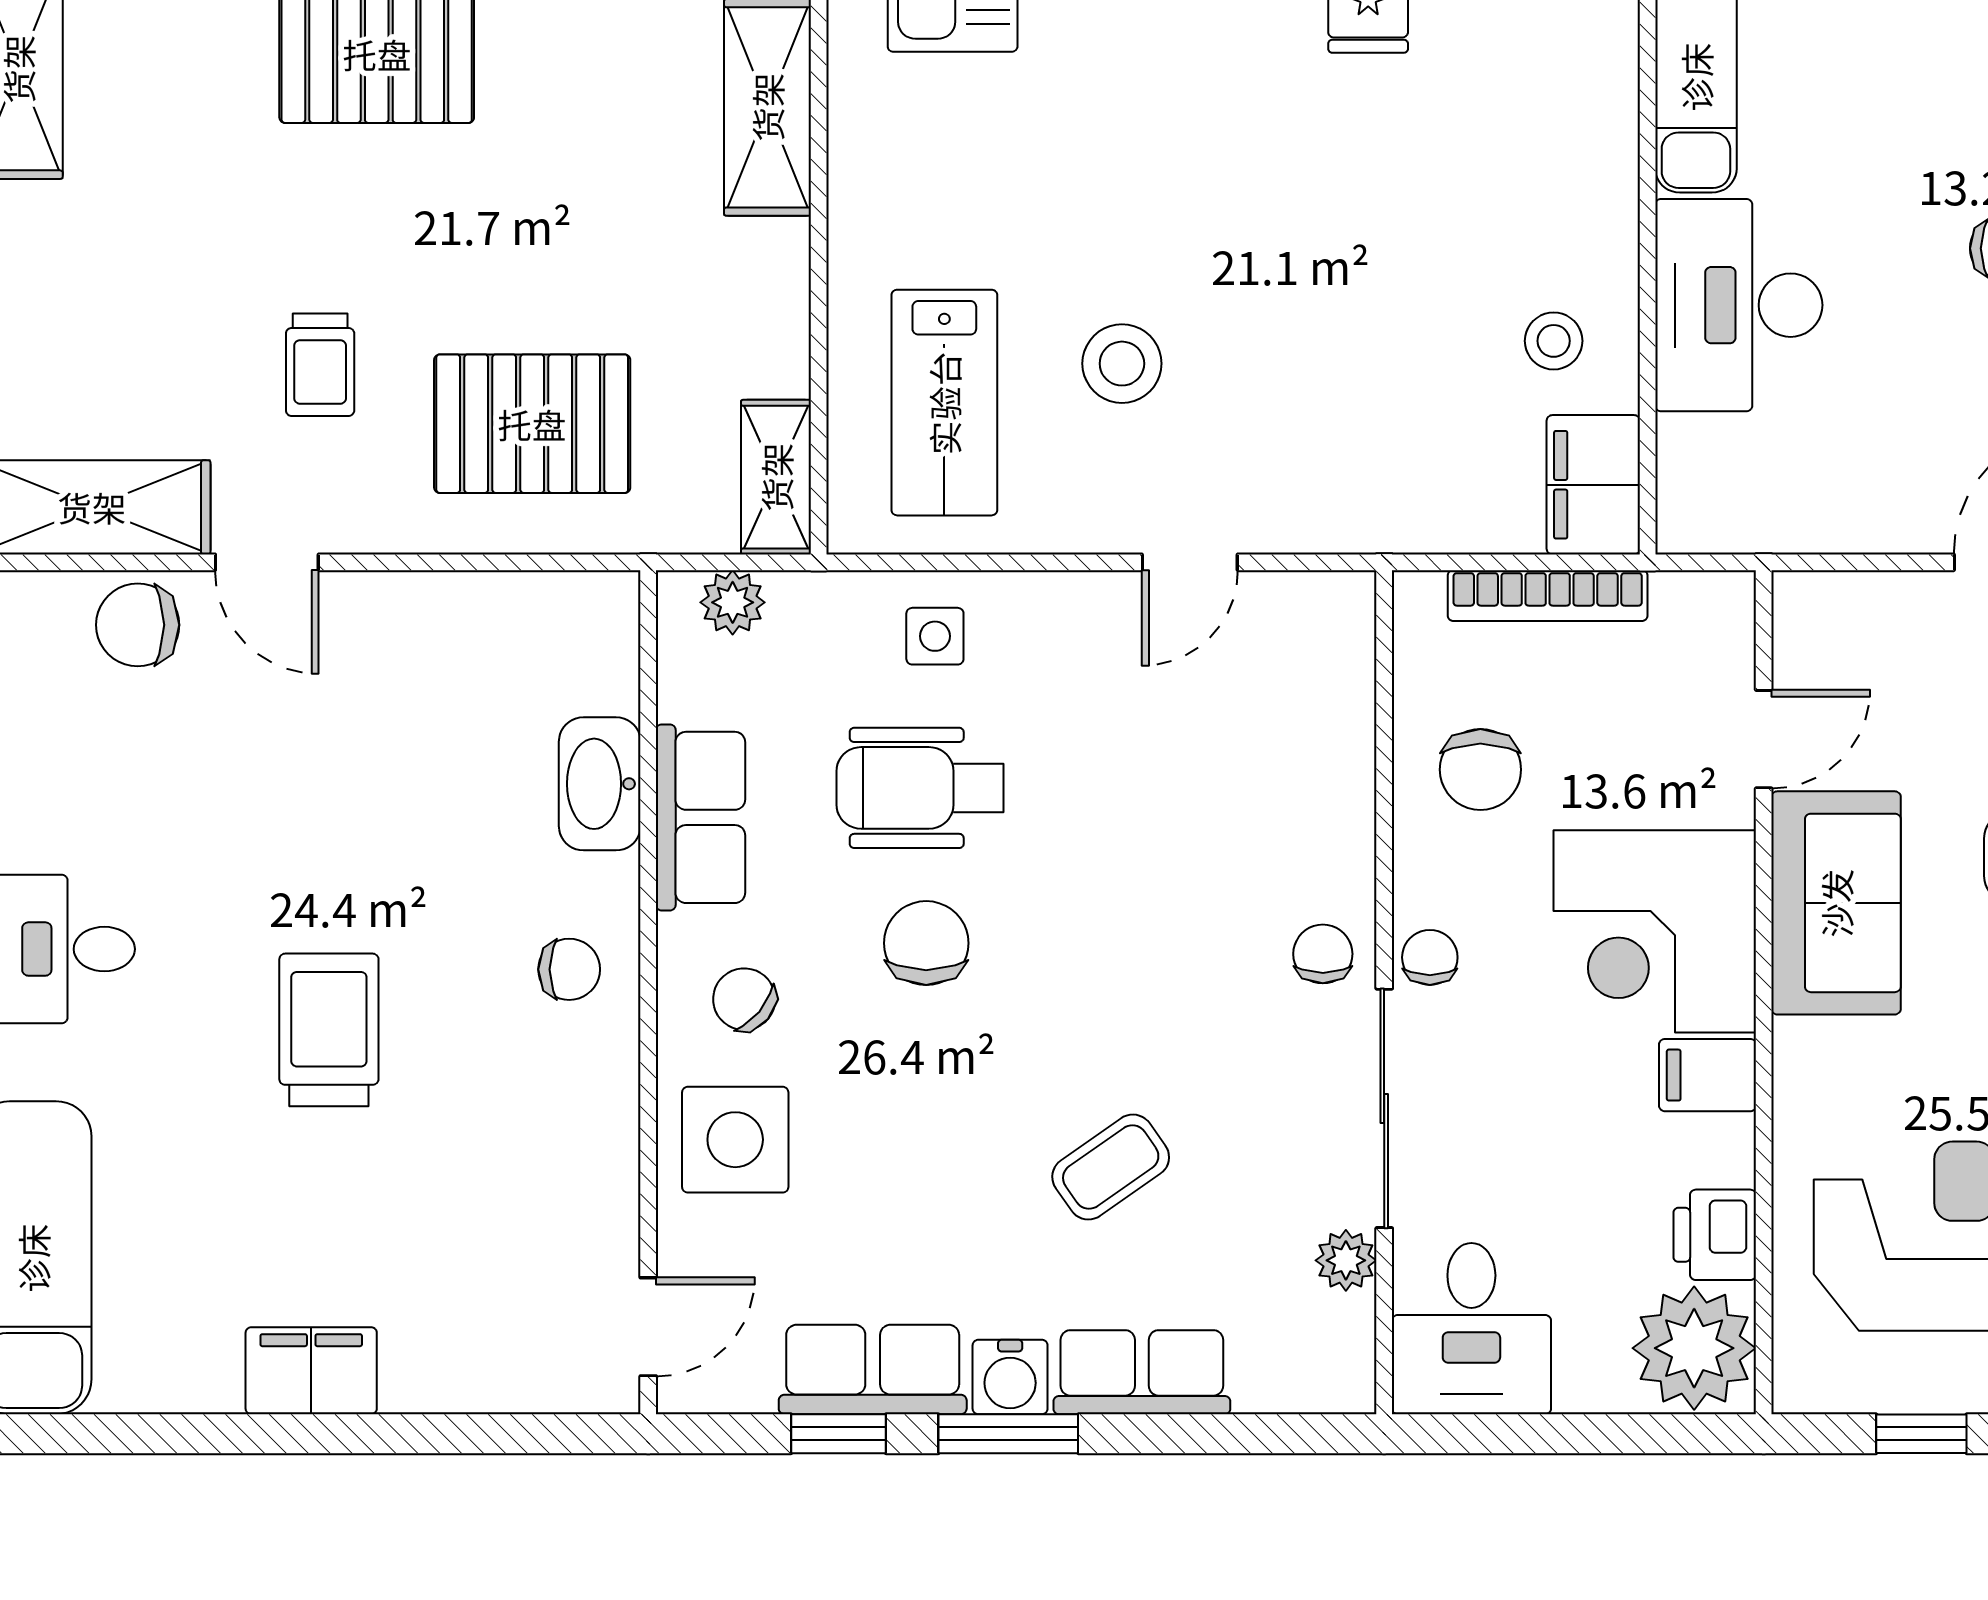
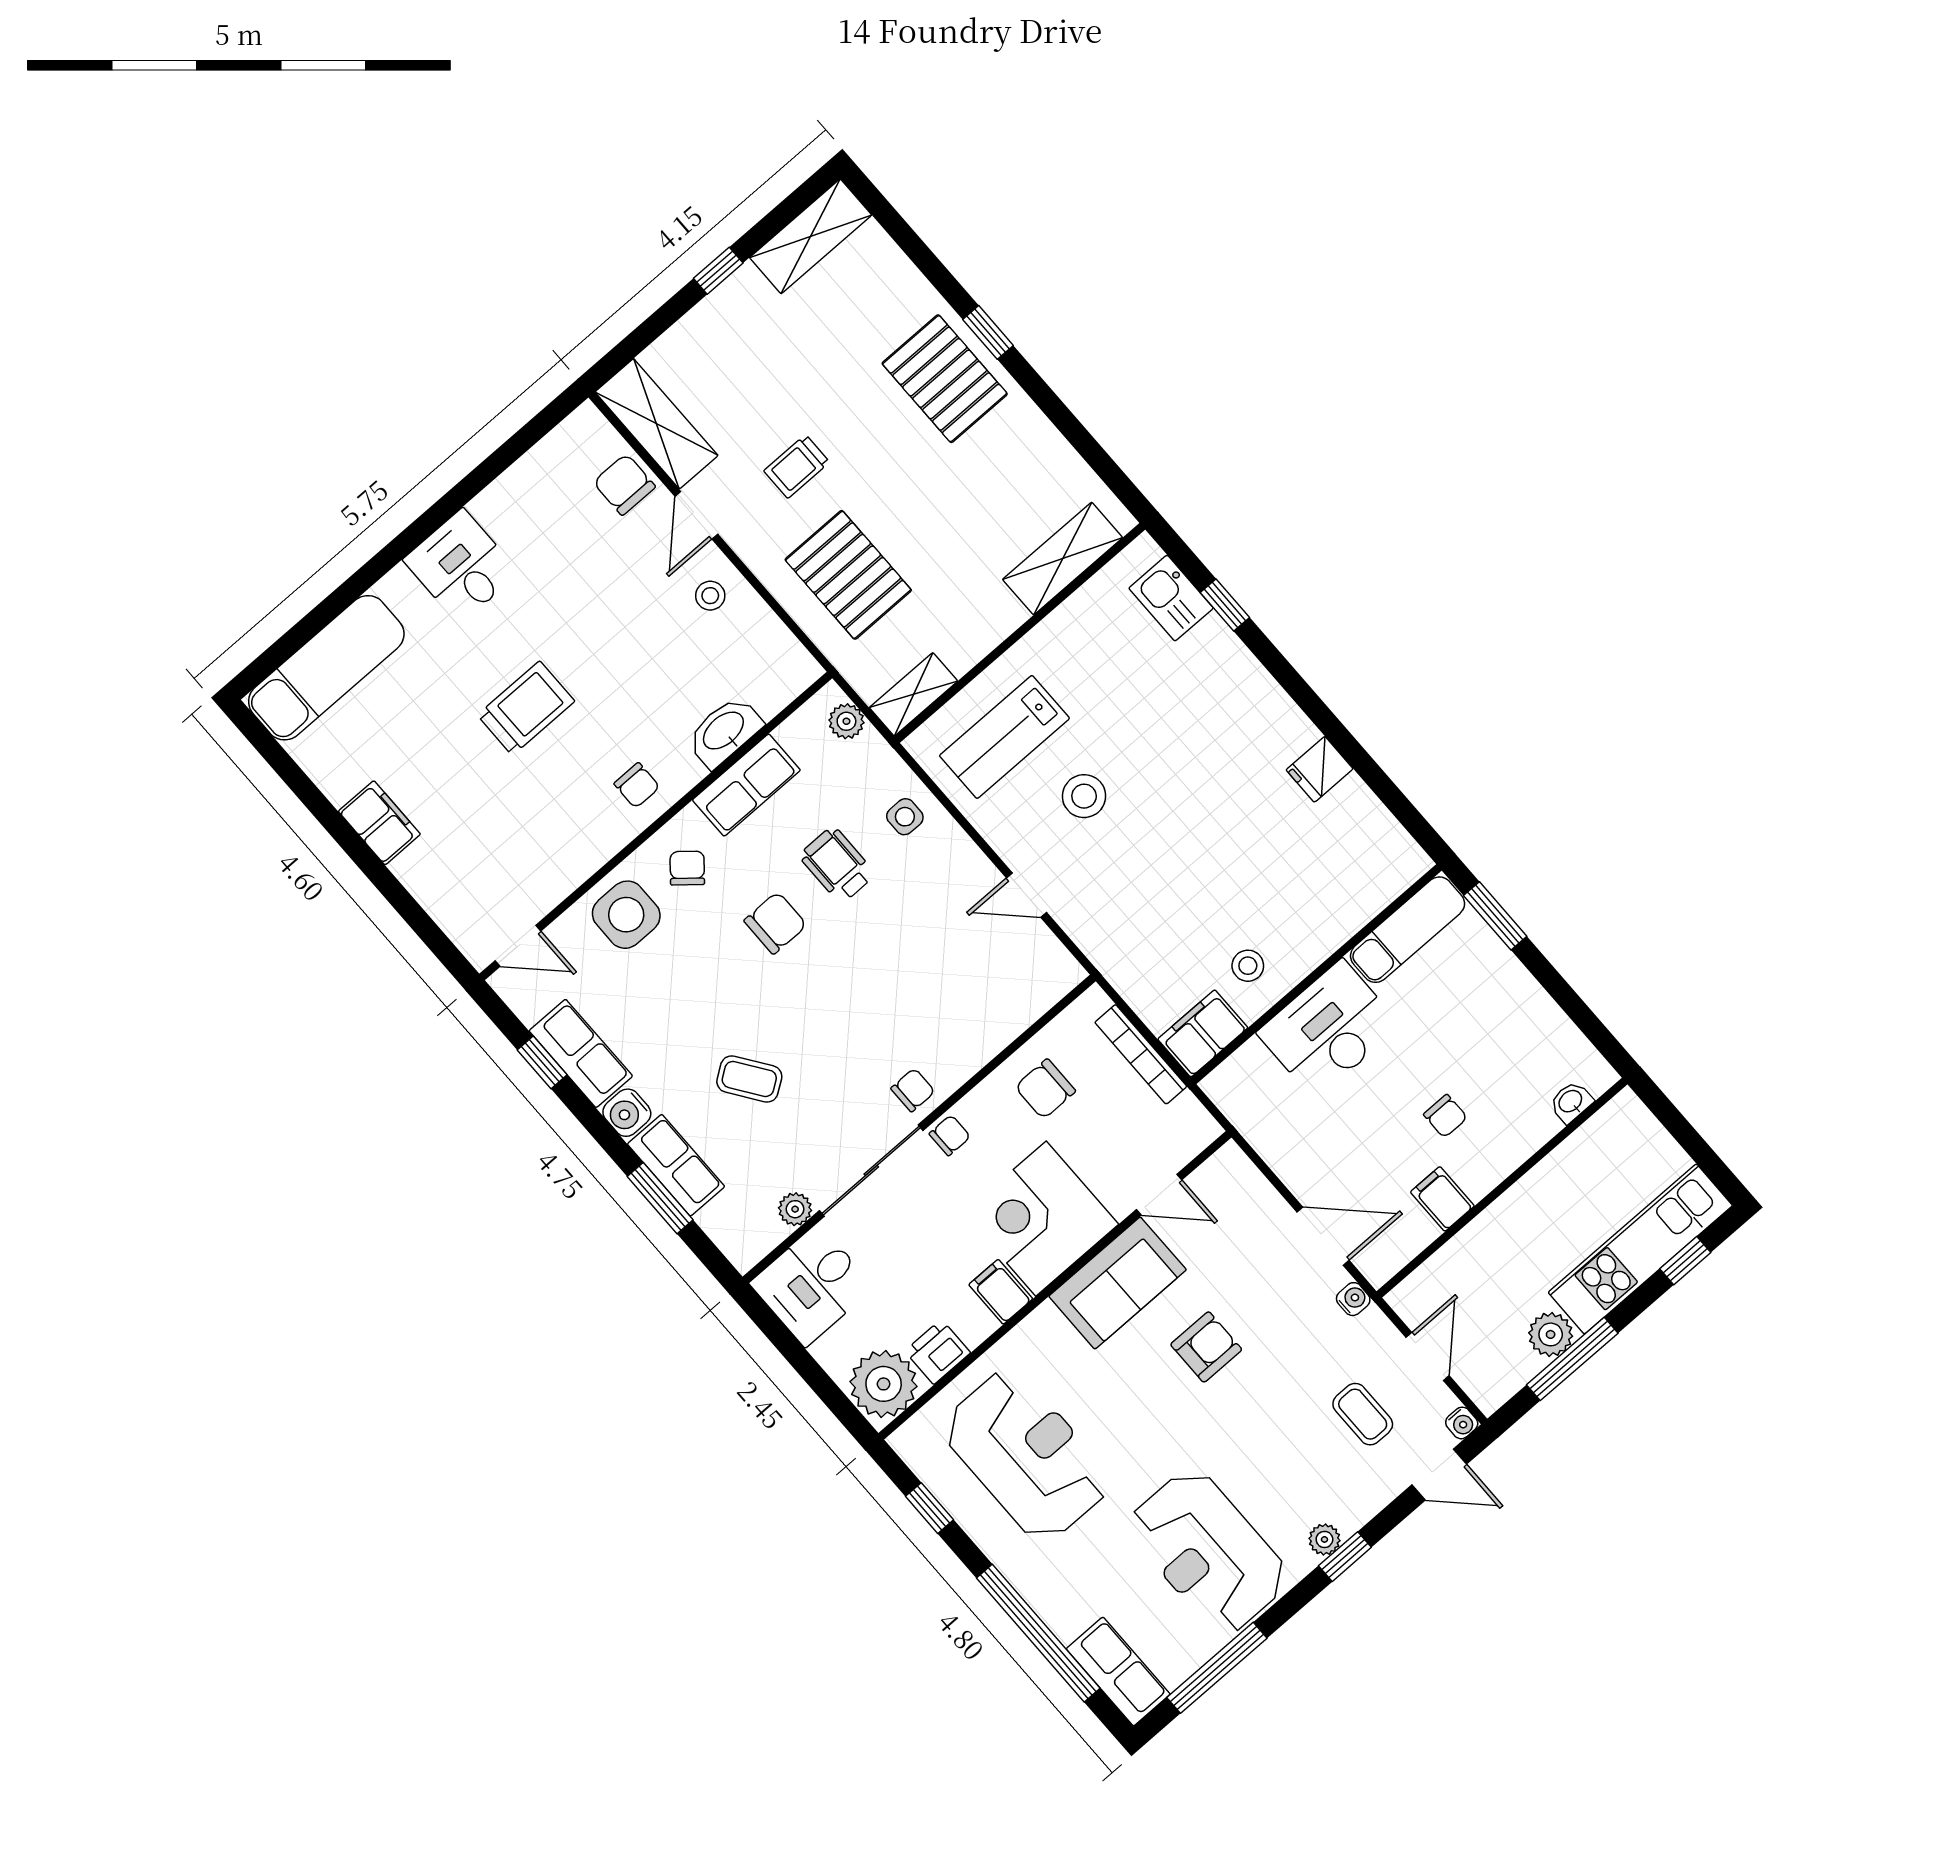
stool: (395, 640) -> (710, 596), added
wheelchair: (920, 788) -> (837, 865), width x0.73, depth x0.73
window: (1008, 1434) -> (660, 1198), moved

